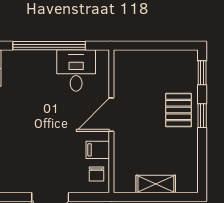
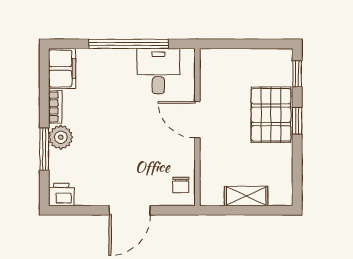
pallet: (178, 110) -> (271, 115), width x1.50, depth x1.42
door: (111, 115) -> (197, 120), hinge flipped
filing cabinet: (98, 150) -> (182, 159), removed

